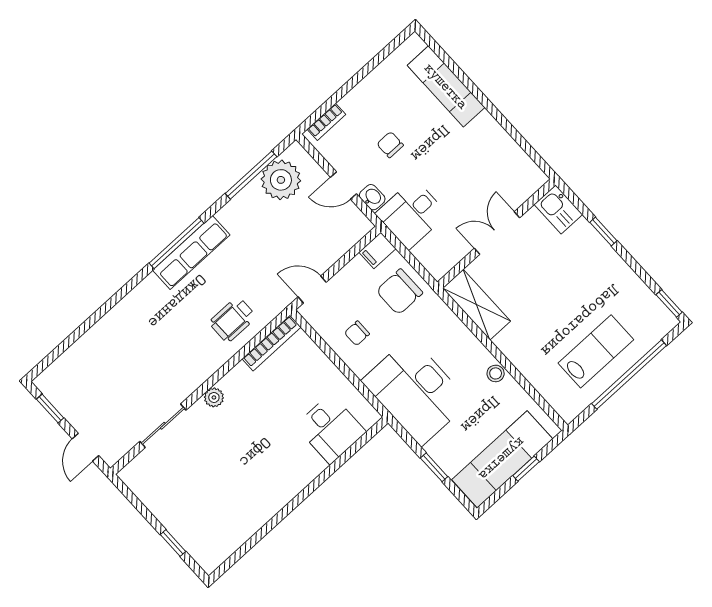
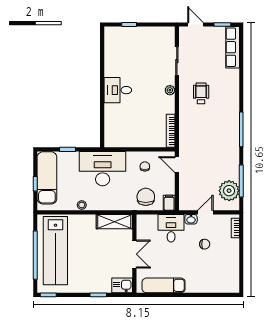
exam couch: (446, 86) -> (164, 285), moved
row of seats: (191, 252) -> (233, 47), moved
door: (312, 289) -> (177, 165), swing flipped
wheelchair: (233, 320) -> (201, 93), moved
lab bench: (596, 351) -> (55, 251), width x1.86, depth x1.39
desk: (331, 429) -> (118, 90), moved

